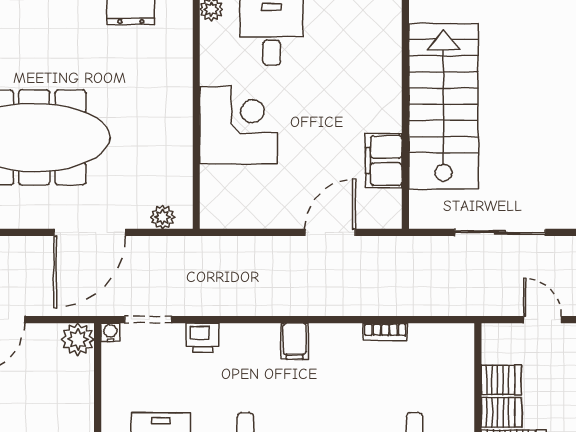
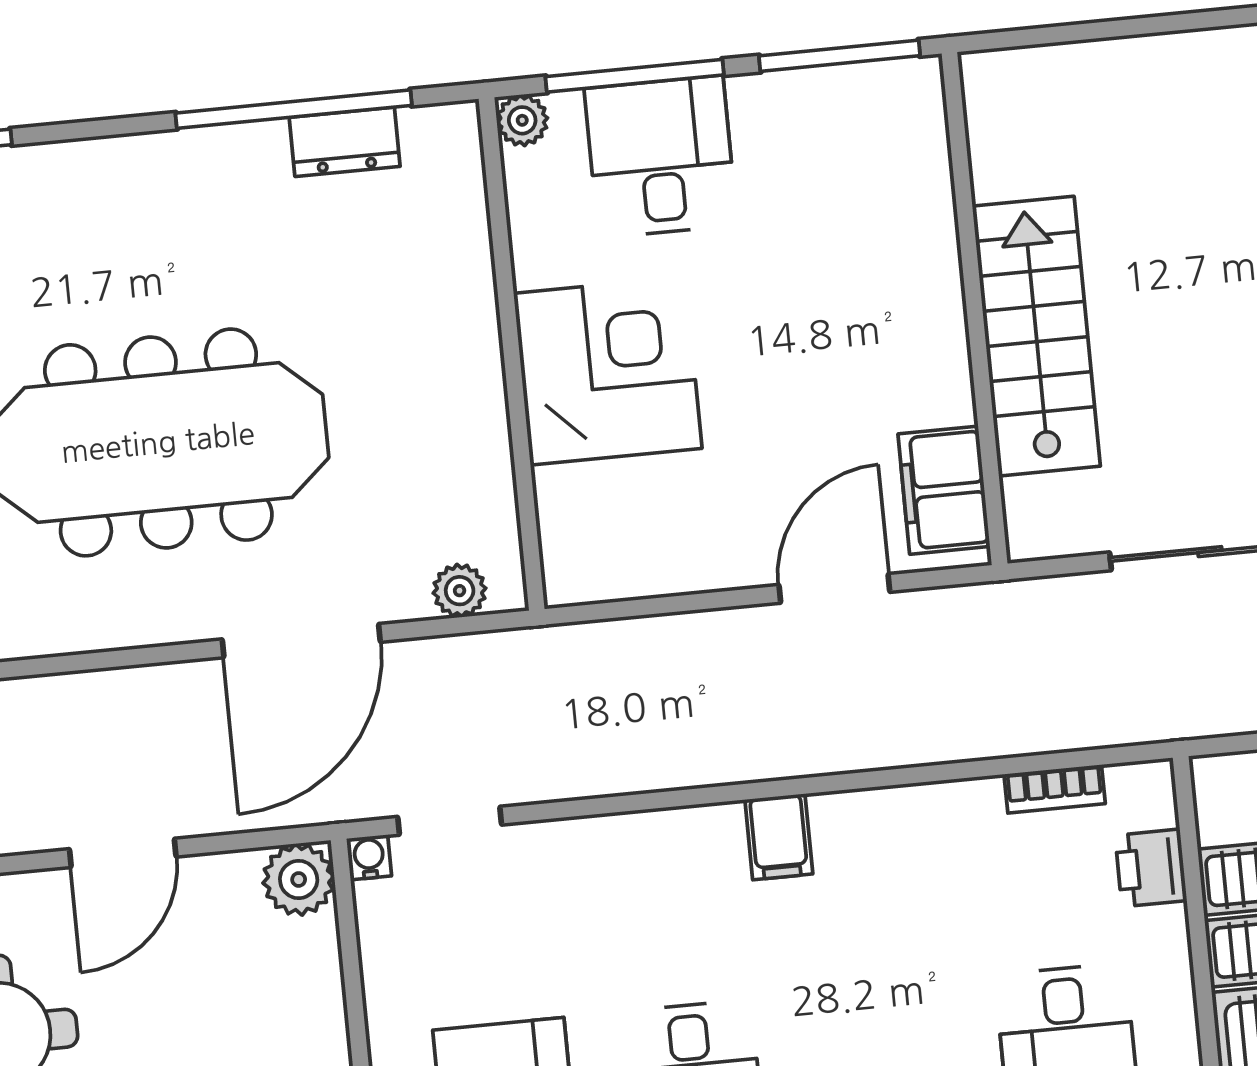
stairs: (443, 106) -> (1036, 336), width x0.73, depth x0.66
filing cabinet: (384, 161) -> (944, 490), moved
bookcase: (385, 332) -> (1055, 789), moved
printer: (203, 338) -> (1151, 868), moved, turned 90

